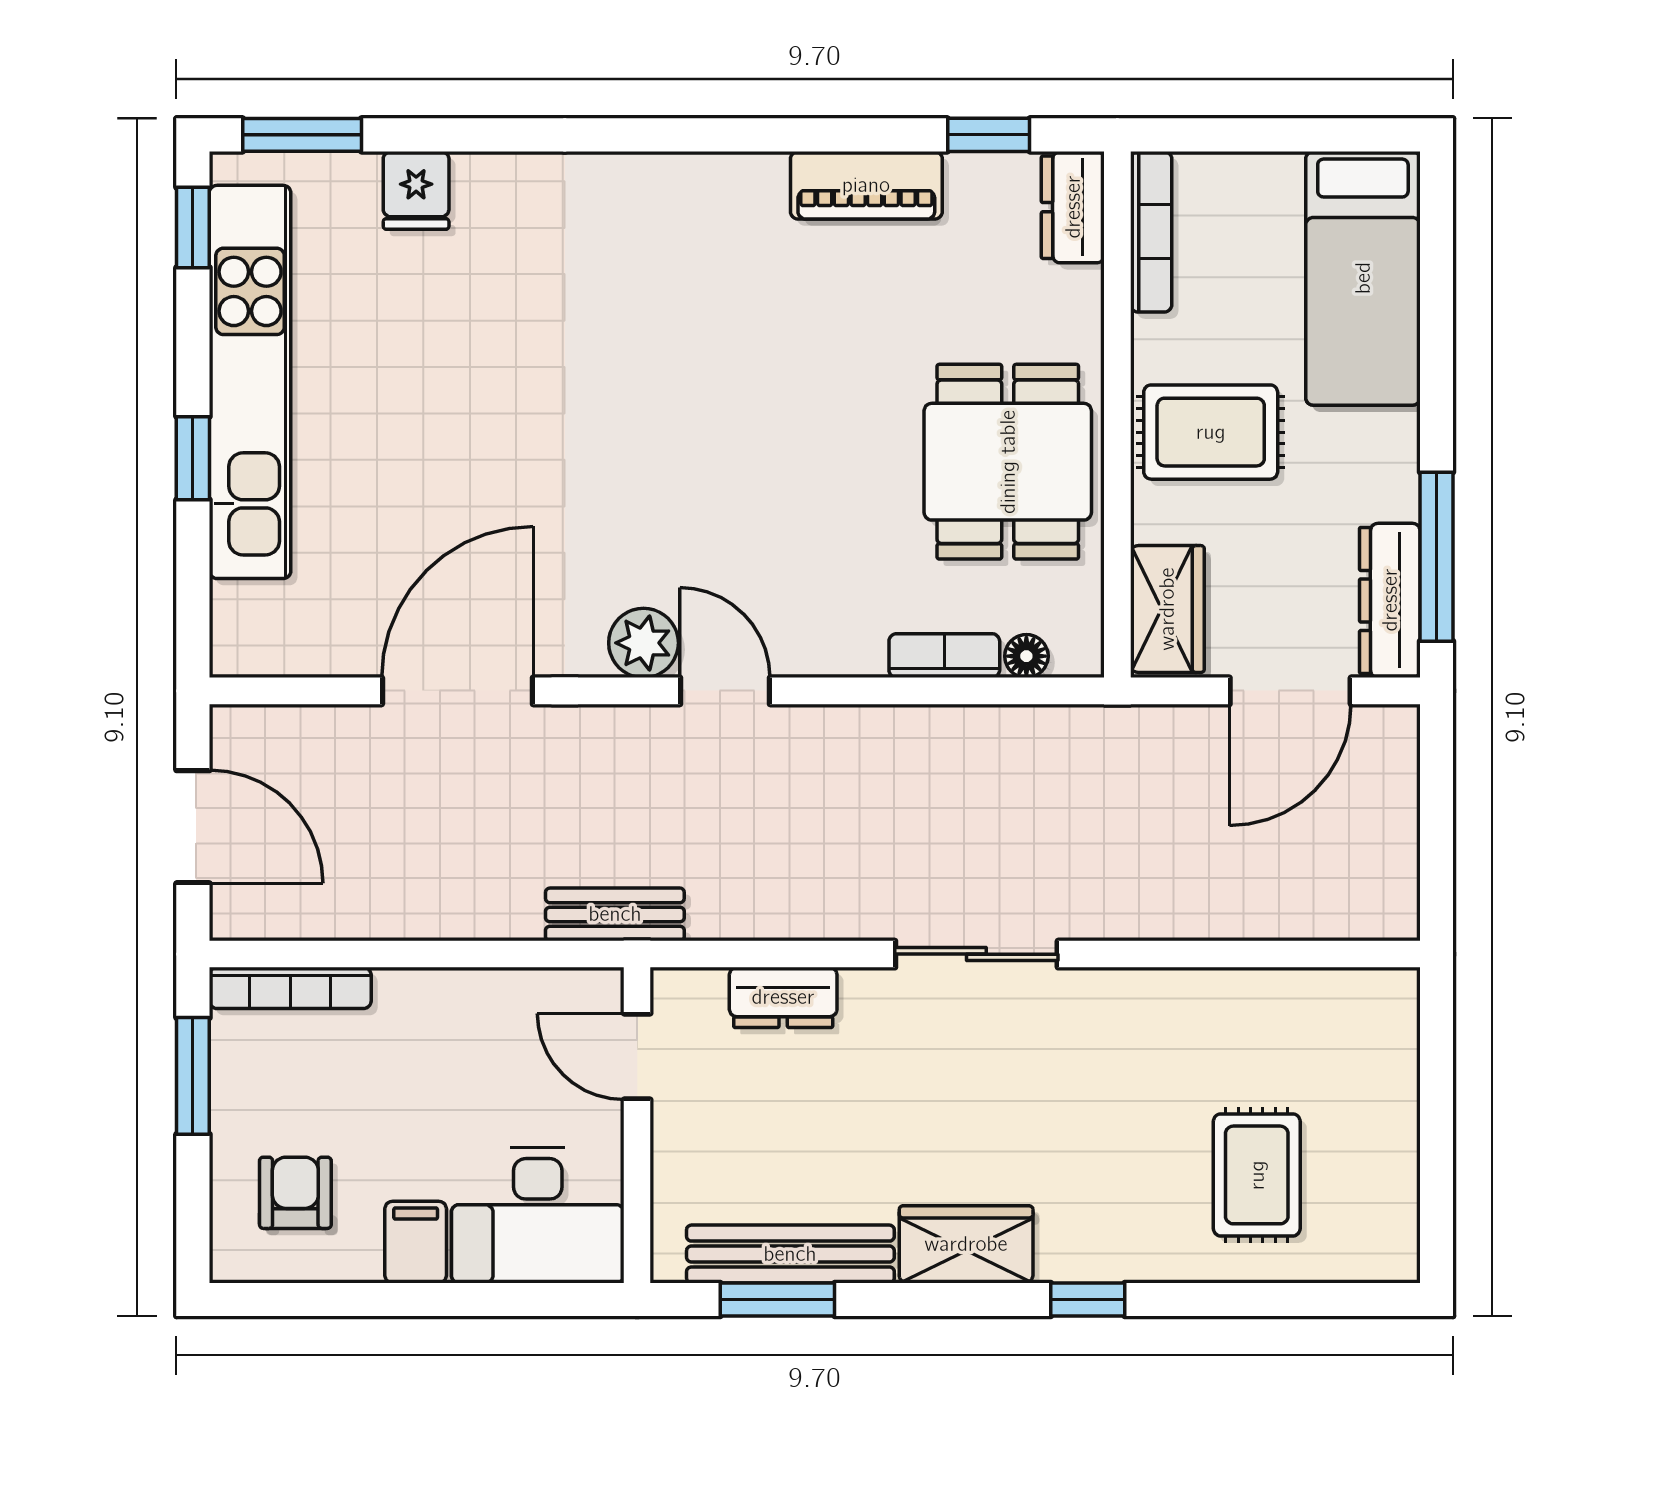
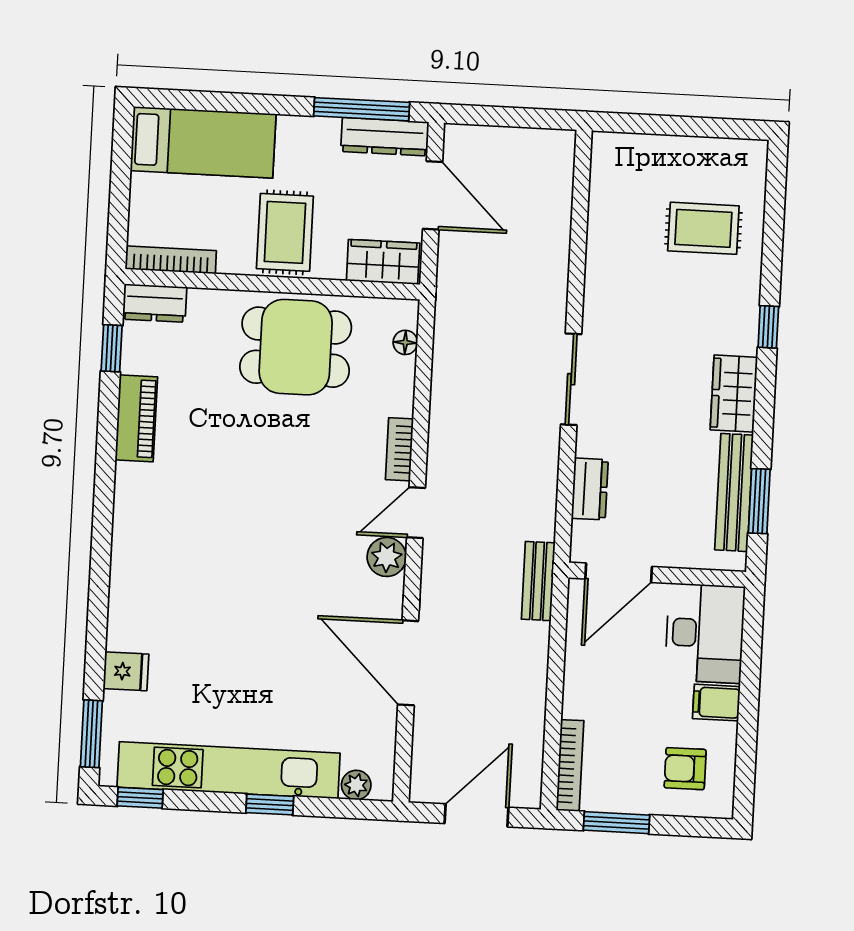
plant: (236, 610) -> (356, 785), added
bookcase: (944, 656) -> (399, 449), moved
door: (637, 1057) -> (619, 573), width x1.38

